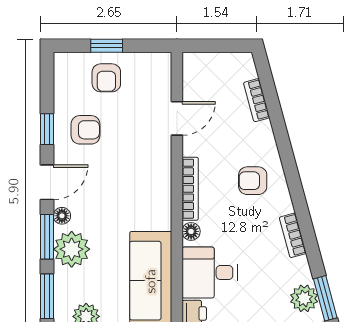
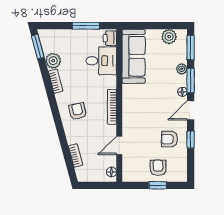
armchair: (253, 181) -> (78, 111), turned -103
floor lamp: (191, 231) -> (111, 172), moved
plant: (72, 249) -> (182, 69), width x0.53, depth x0.53
plant: (304, 298) -> (53, 61), moved

